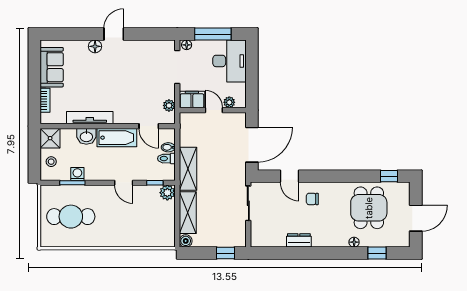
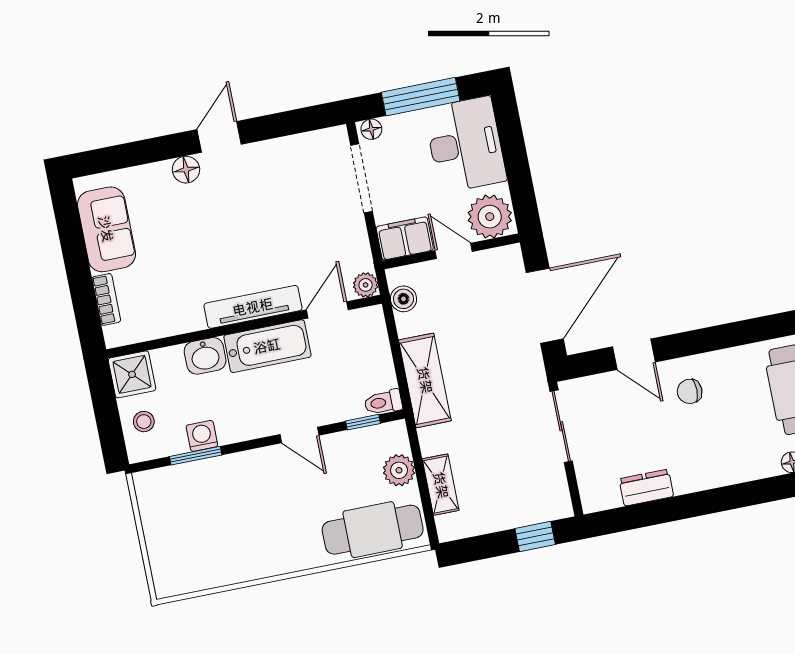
plant: (229, 102) -> (490, 217), width x1.88, depth x1.88
plant: (169, 105) -> (366, 285), moved
tv unit: (90, 118) -> (253, 307), moved
door: (149, 126) -> (327, 310), swing flipped
bidet: (168, 147) -> (376, 345), removed
toilet: (166, 159) -> (383, 402), moved
plant: (167, 193) -> (399, 470), moved
shelving: (188, 213) -> (441, 485), width x0.67, depth x0.75
cafe table: (71, 217) -> (373, 530), moved
dresser: (299, 240) -> (646, 488), moved
boiler: (186, 241) -> (403, 299), moved

